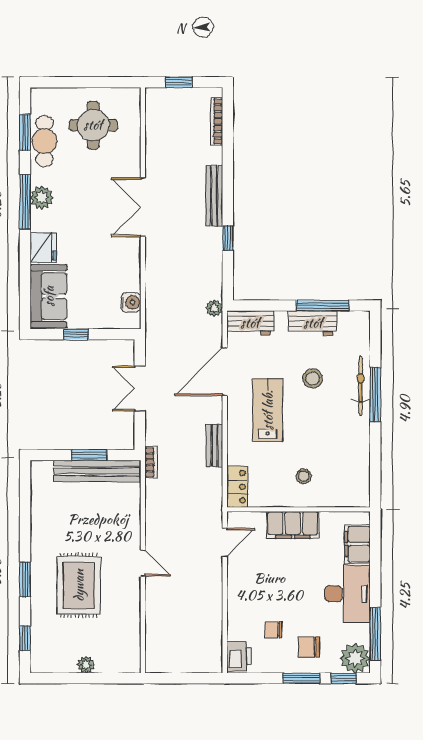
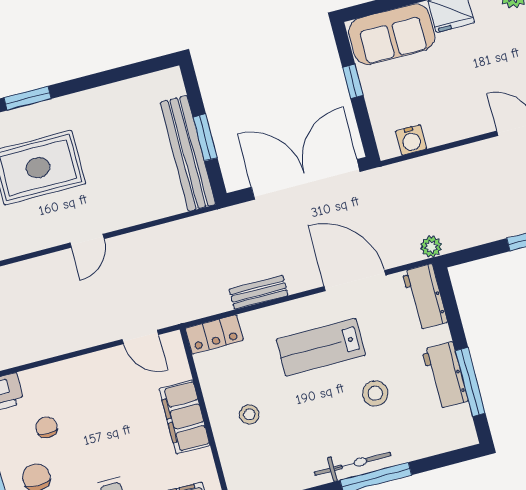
bicycle: (361, 386) -> (353, 464), moved
double door: (140, 388) -> (306, 179), width x1.87
lab bench: (268, 410) -> (321, 347), turned 180
bookcase: (151, 462) -> (217, 218), removed

